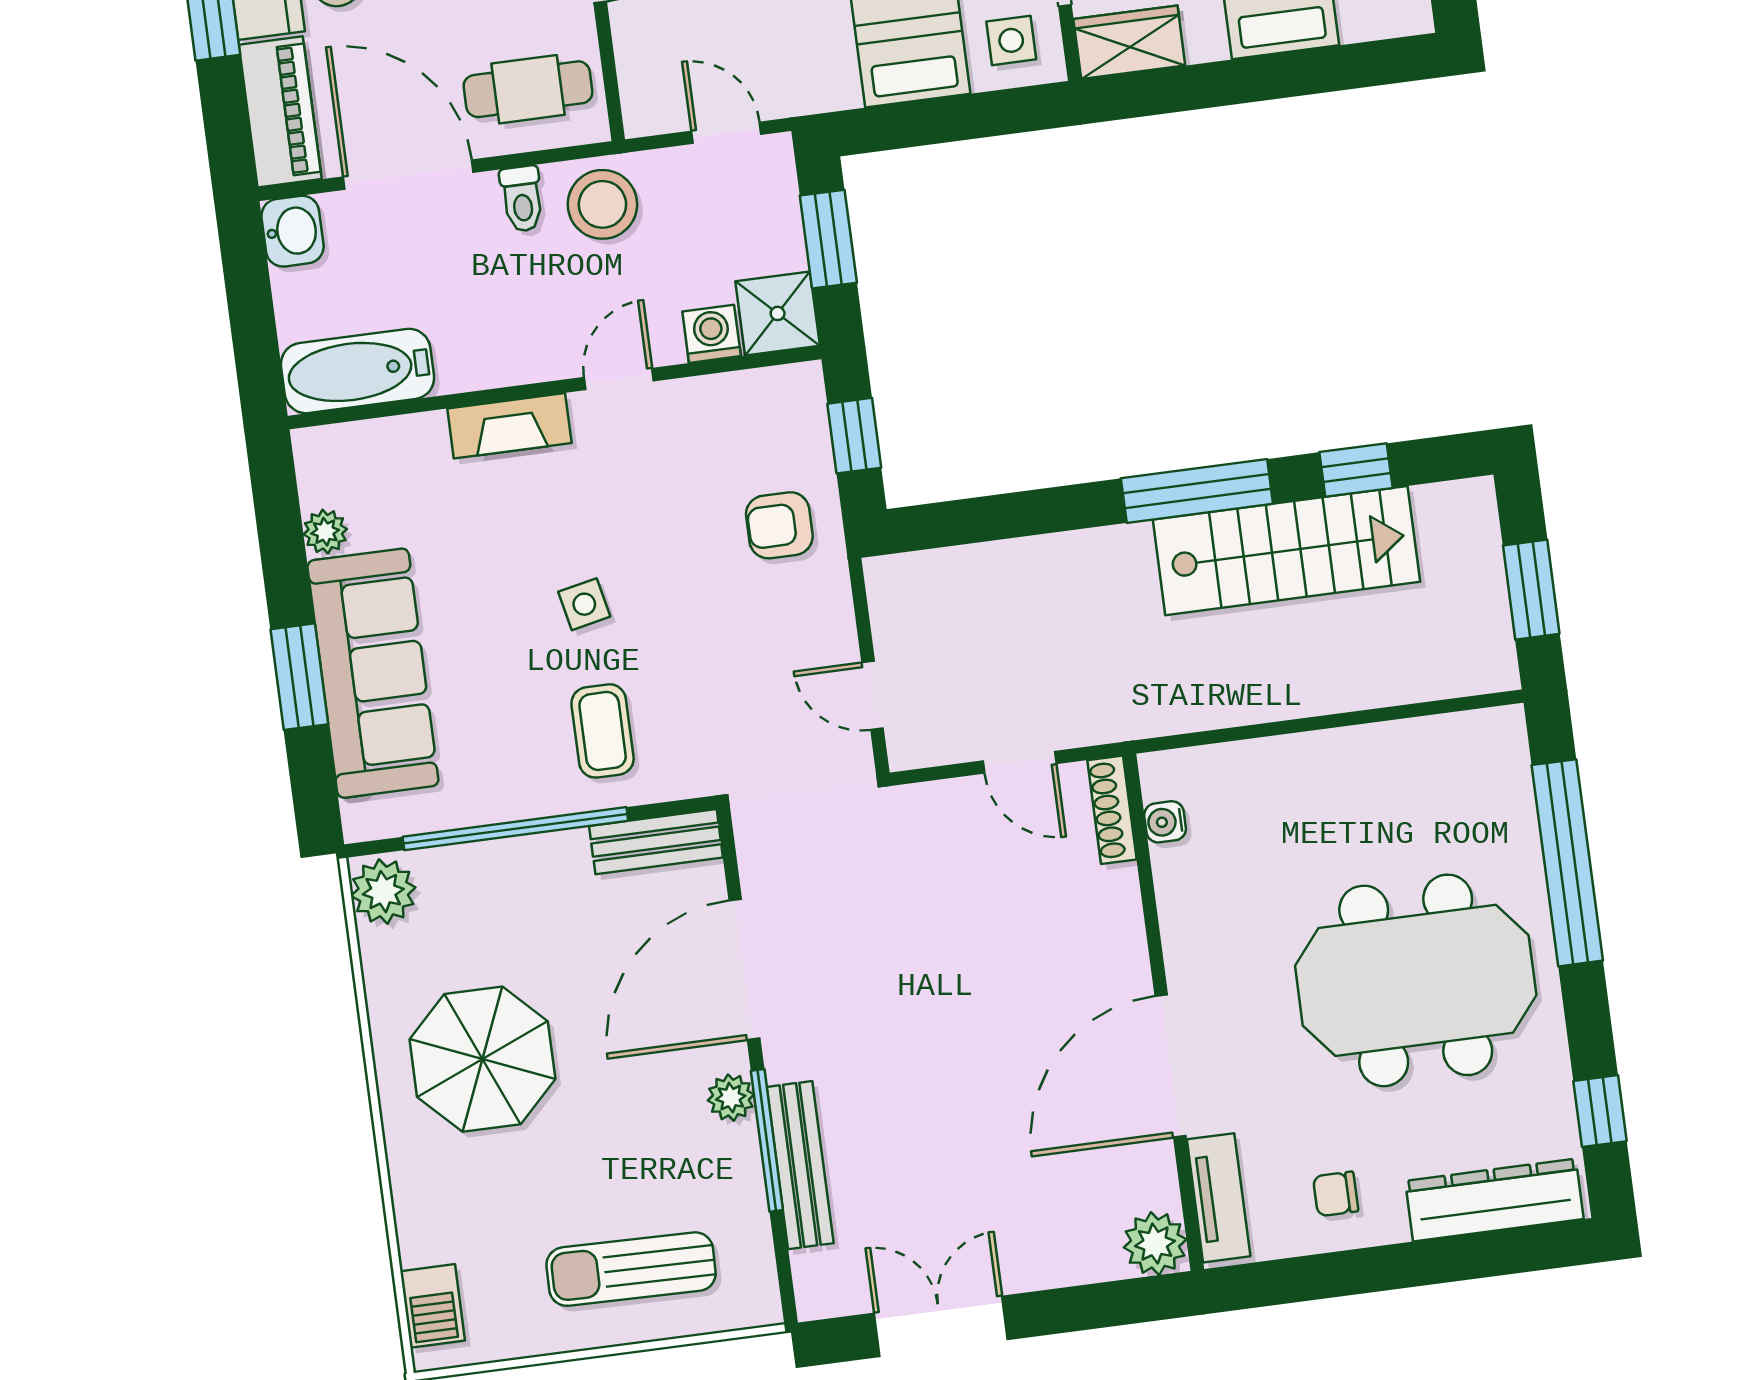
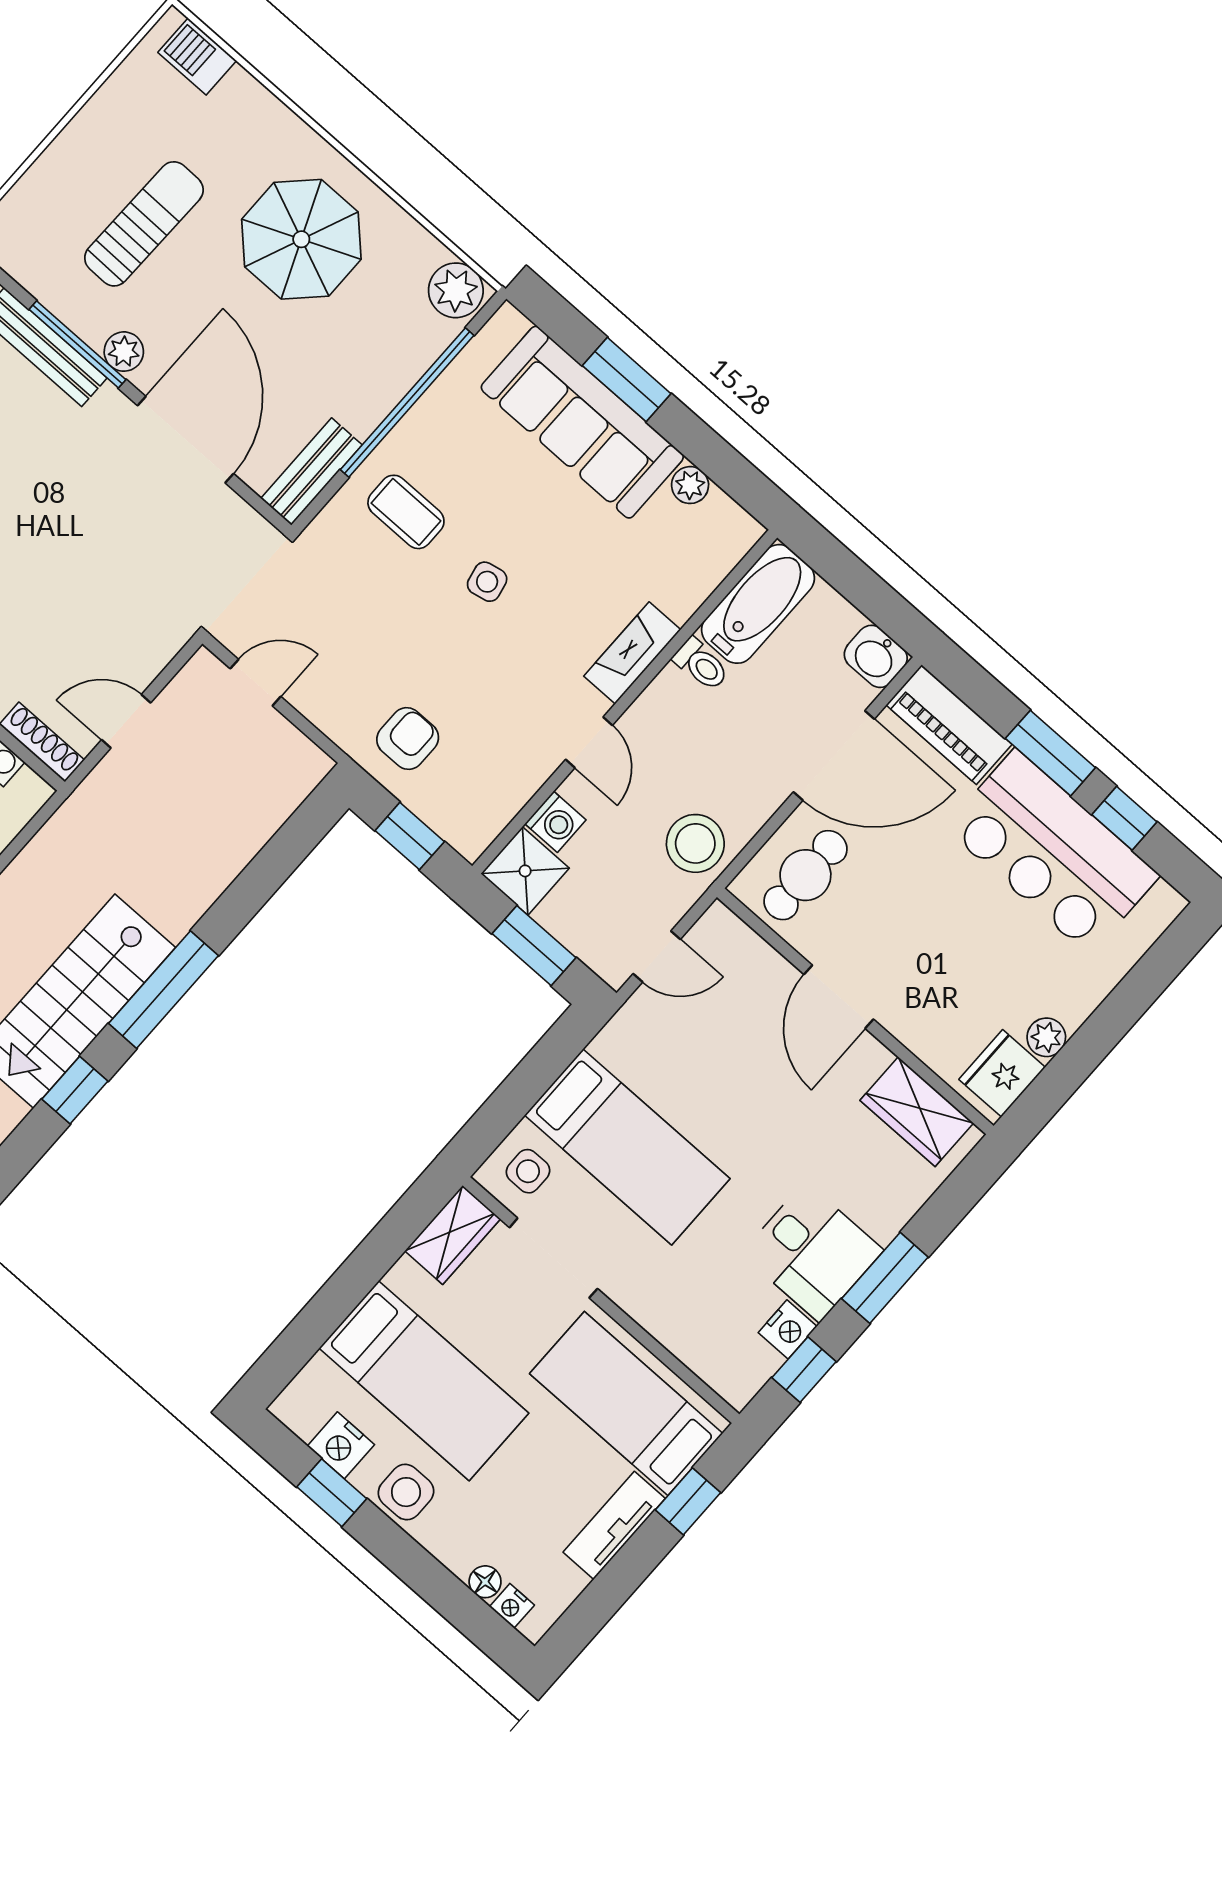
toilet: (522, 199) -> (701, 664), moved, turned 180
sun lounger: (631, 1269) -> (144, 224), moved

